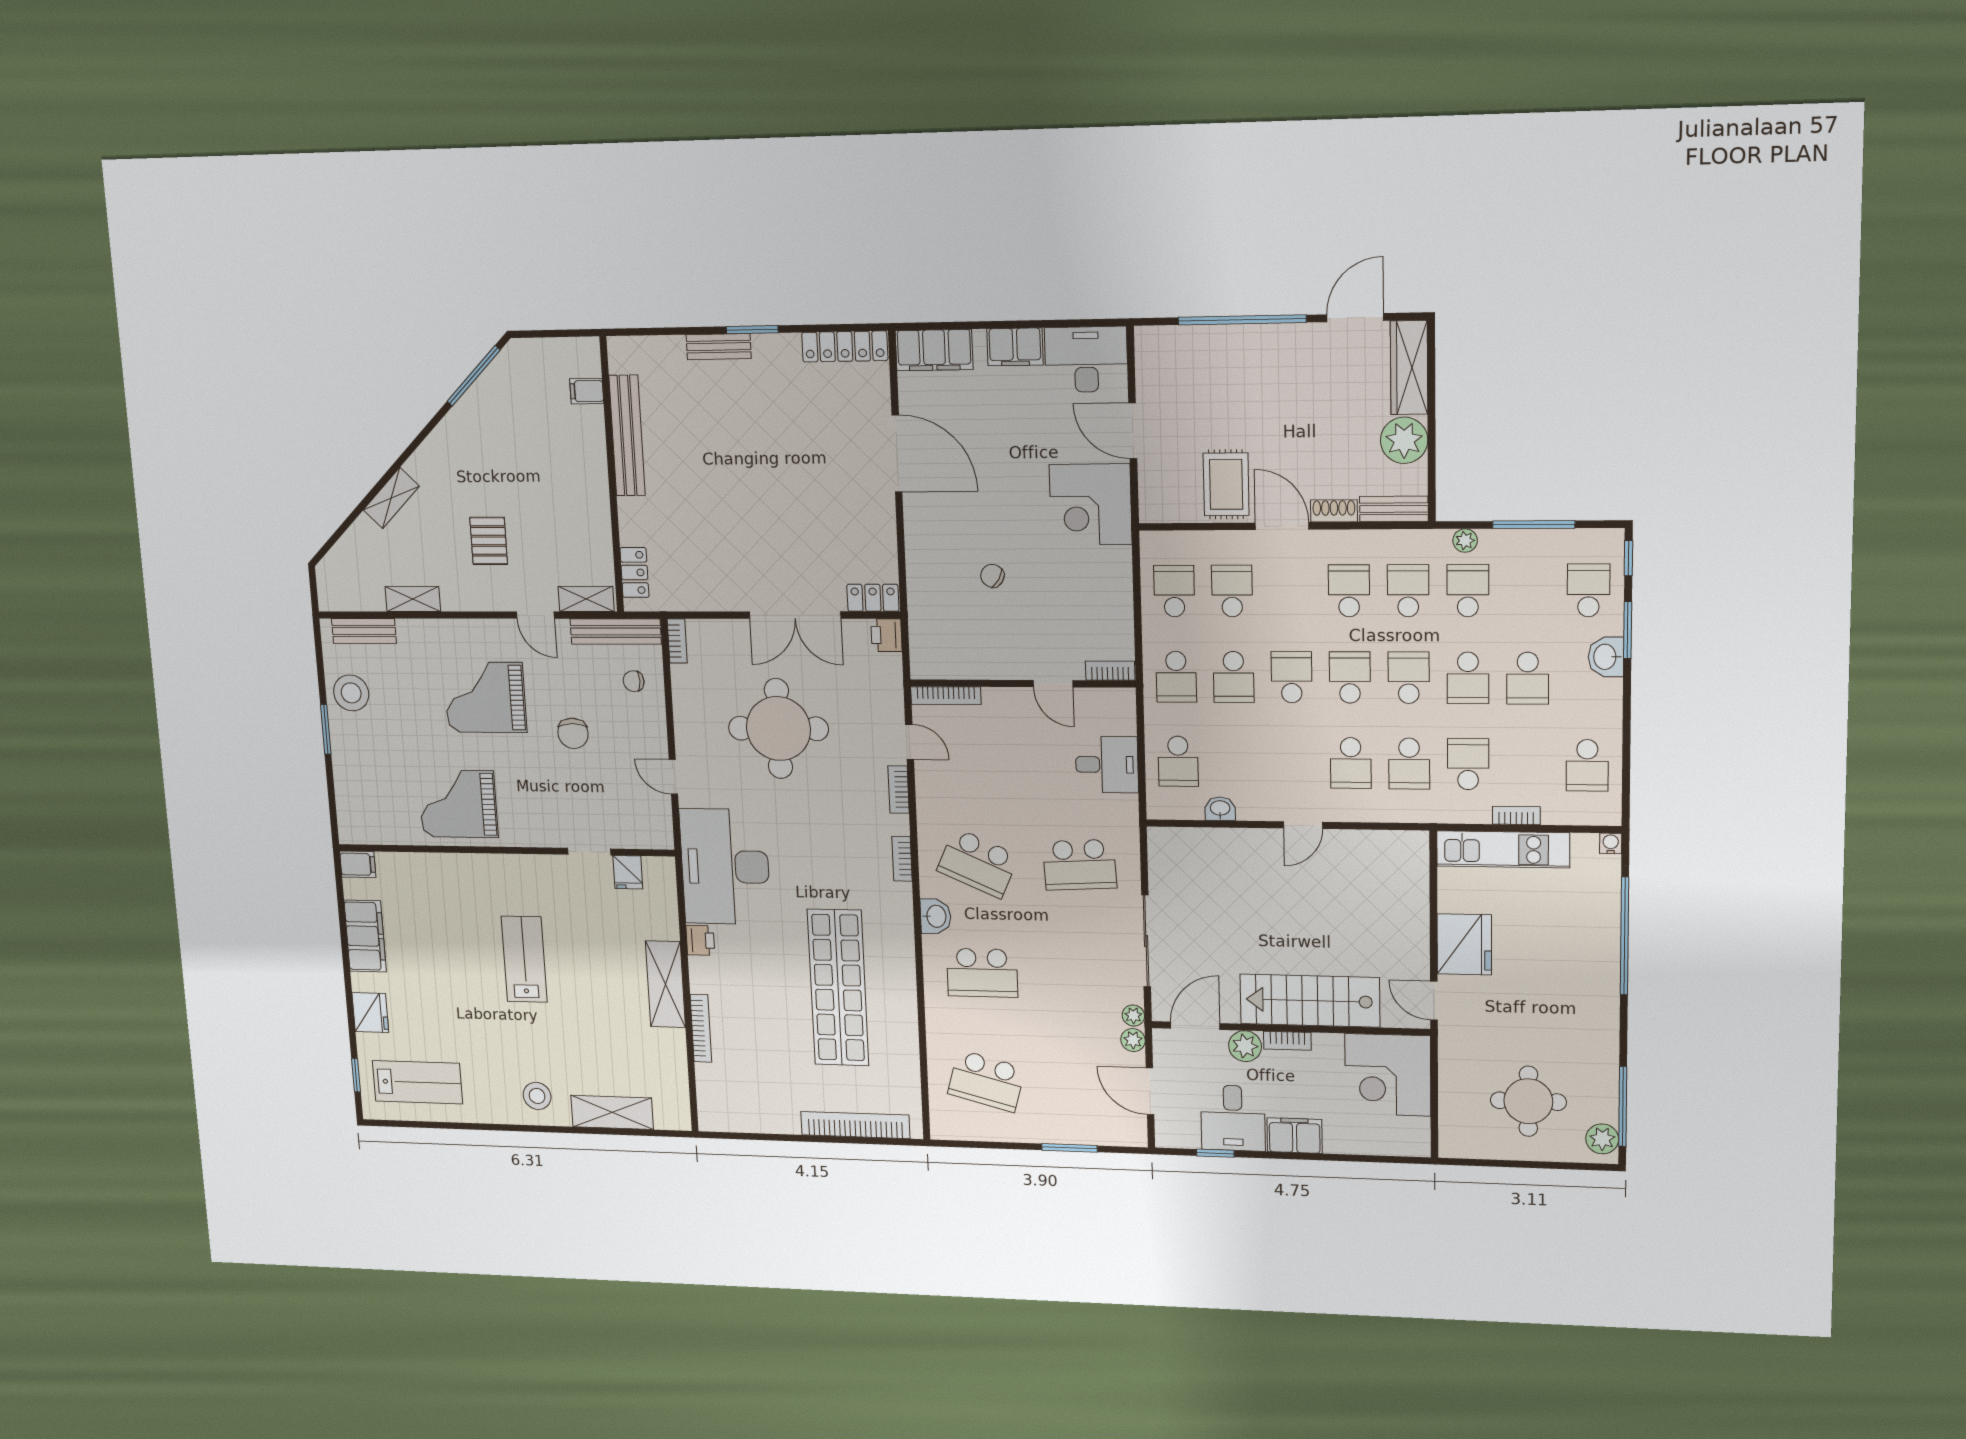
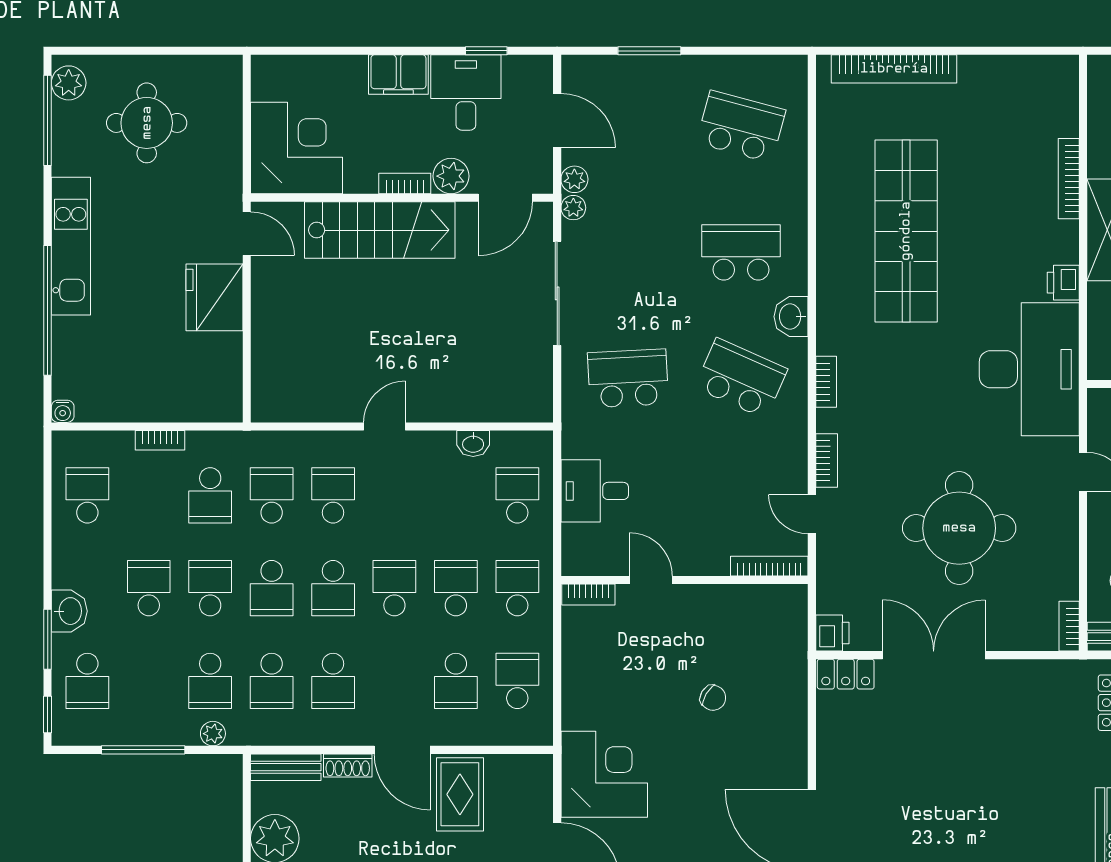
school desk: (1174, 591) -> (517, 681), turned 180
school desk: (1292, 677) -> (394, 588), turned 180
kitchen unit: (1503, 849) -> (71, 246), moved, turned 90

